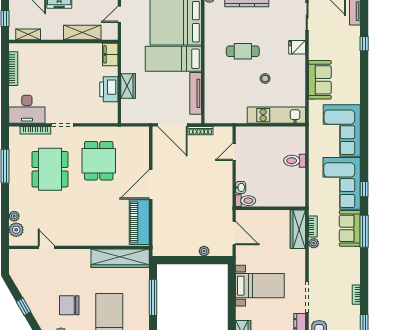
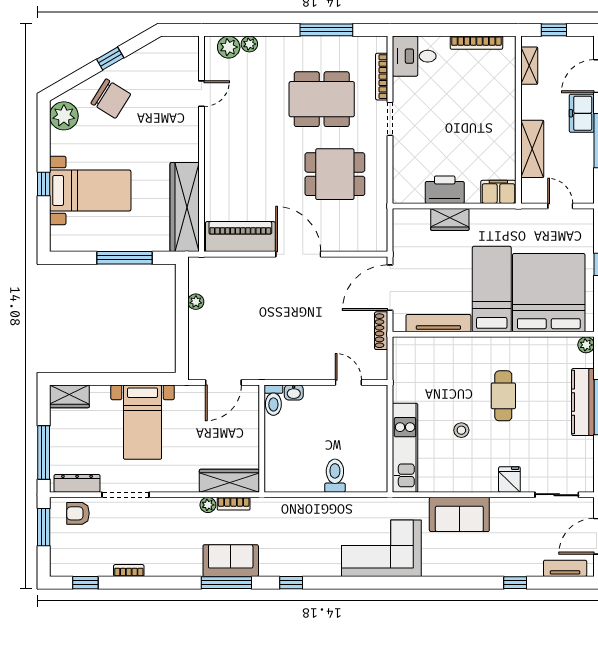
desk: (27, 109) -> (414, 56), width x0.73
corner sofa: (342, 183) -> (300, 548), removed
plant: (204, 251) -> (196, 302), moved
chair: (69, 305) -> (111, 99), moved, turned 122

